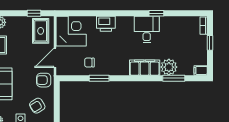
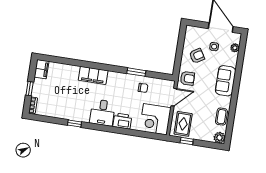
desk: (147, 29) -> (102, 113), moved
plant: (169, 67) -> (71, 72), removed
filing cabinet: (201, 70) -> (42, 69), width x2.00
window: (174, 78) -> (68, 61), removed

